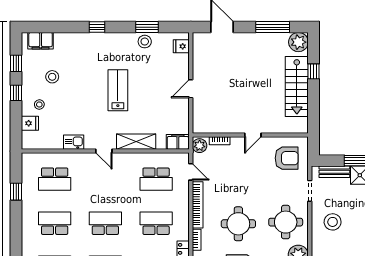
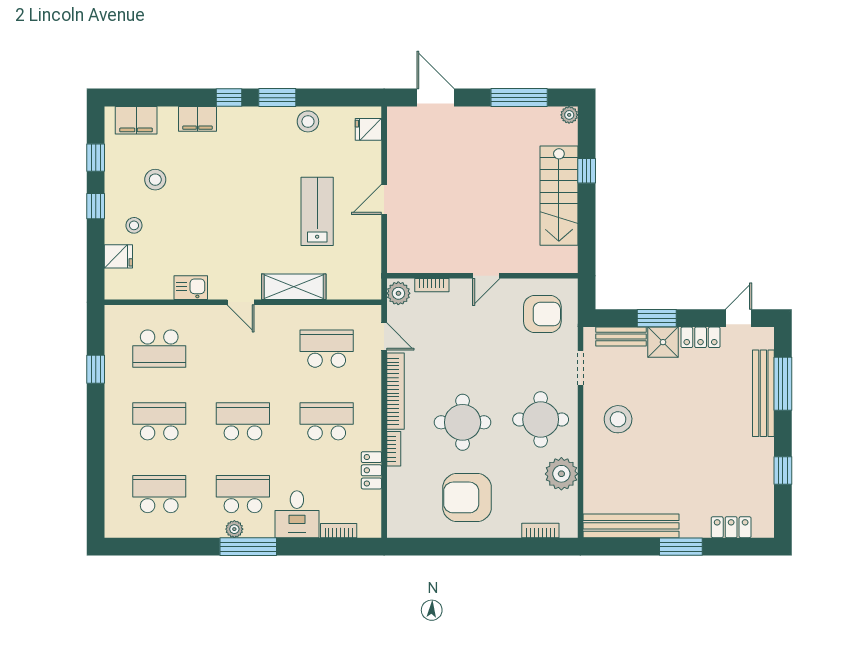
window: (147, 27) -> (277, 98), moved
plant: (298, 42) -> (569, 115), width x0.53, depth x0.53
lab bench: (118, 90) -> (317, 211), moved
filing cabinet: (178, 142) -> (197, 119), moved, turned 180
school desk: (156, 179) -> (327, 349), turned 180

